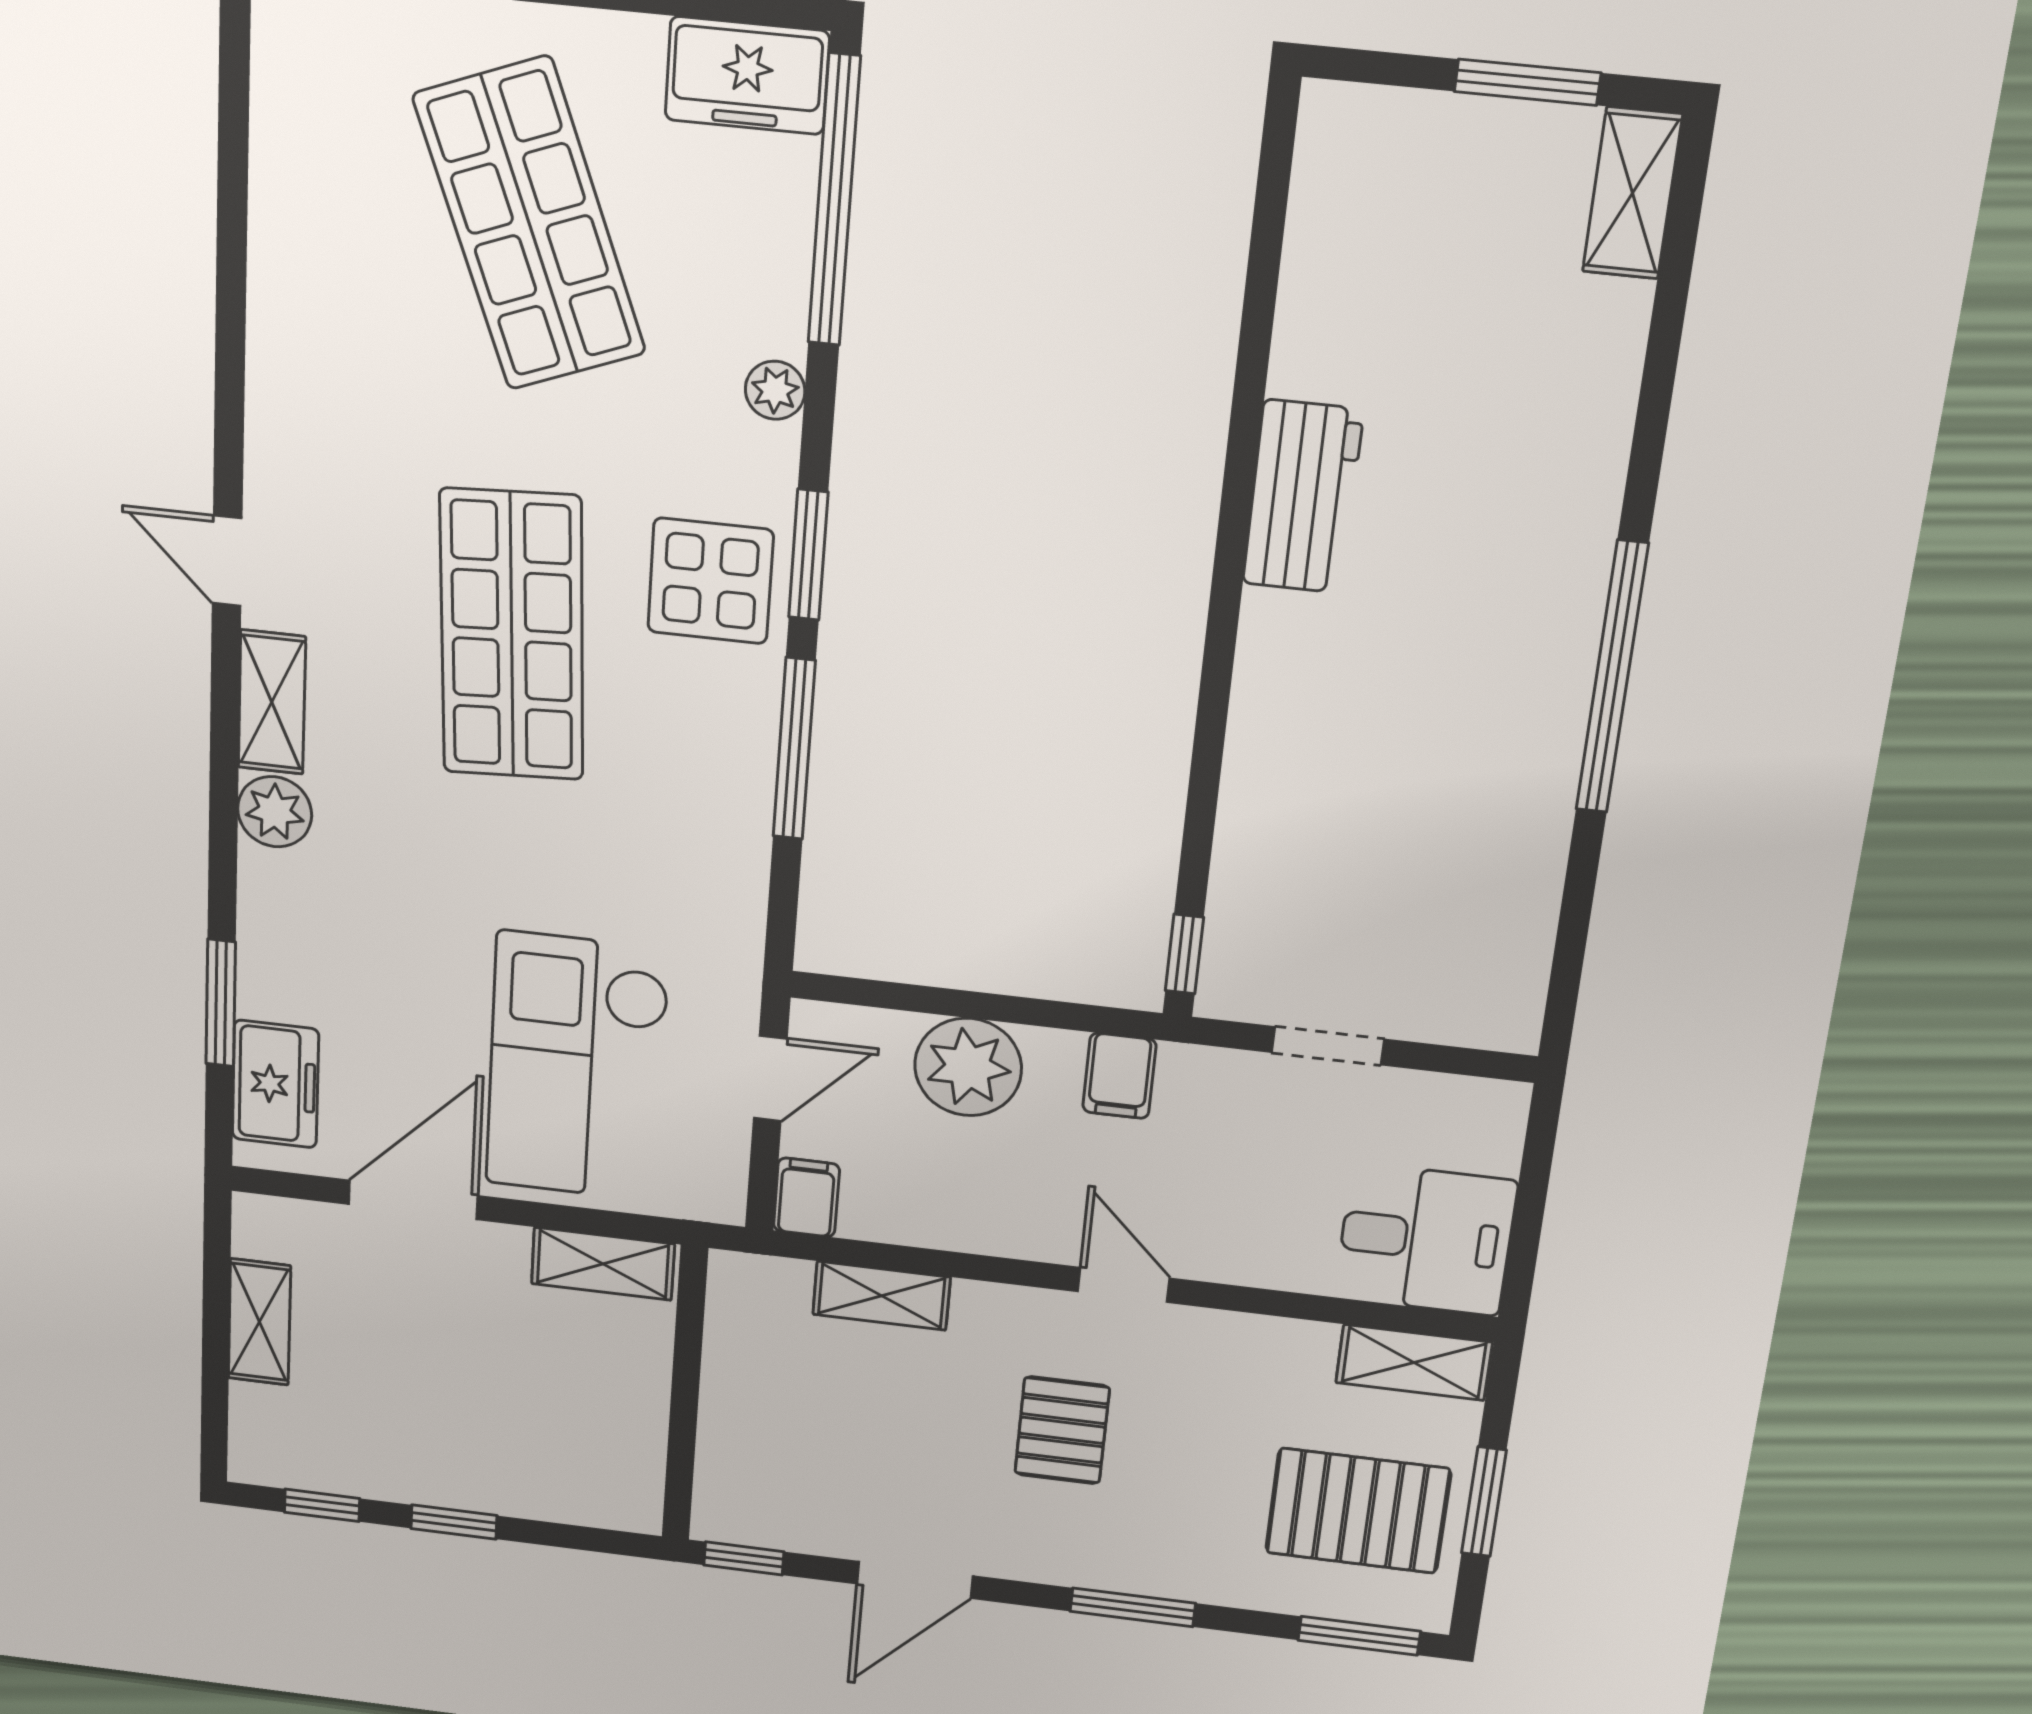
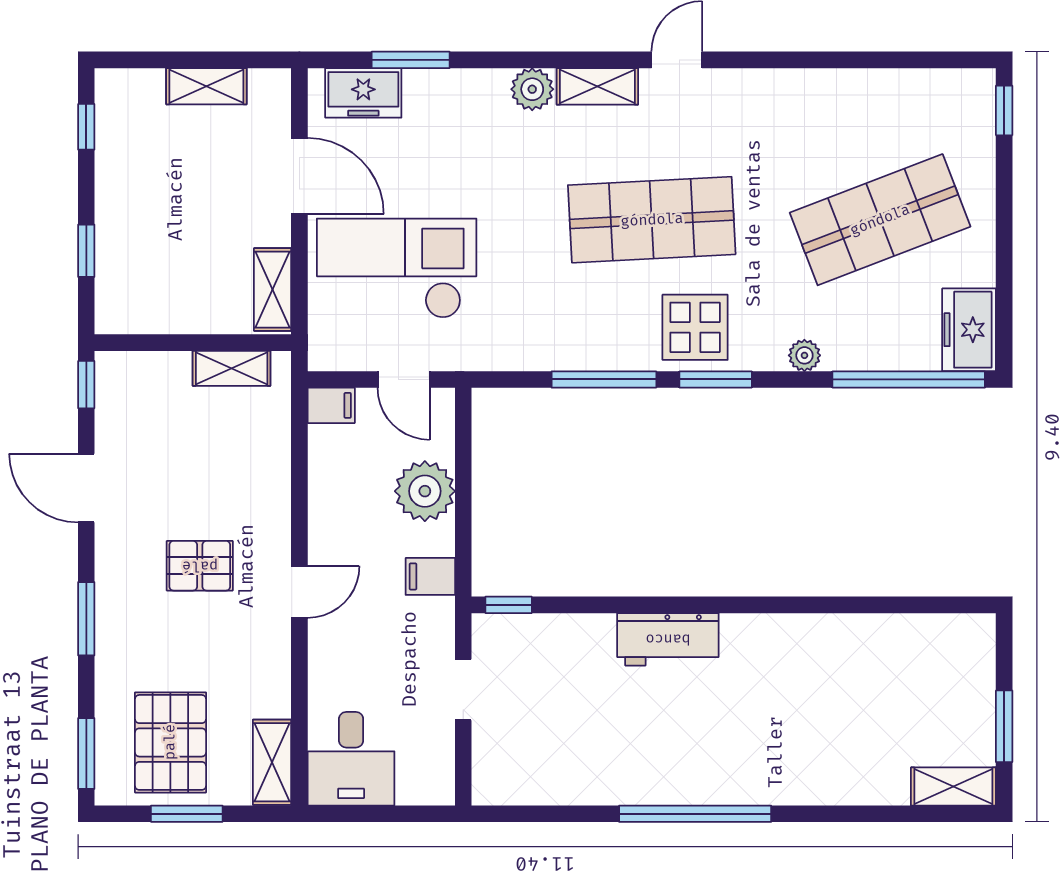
workbench: (1303, 497) -> (668, 639), moved
shelving: (882, 1296) -> (232, 368), moved, turned 90
window: (454, 1522) -> (86, 251), moved

